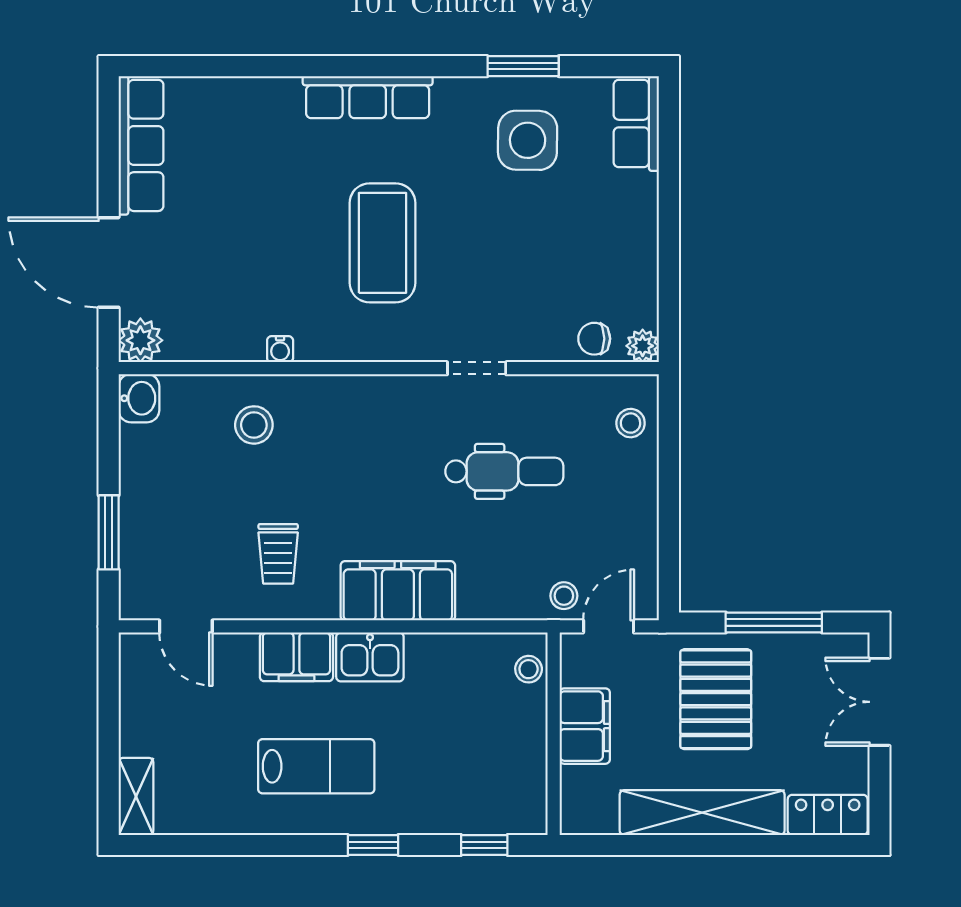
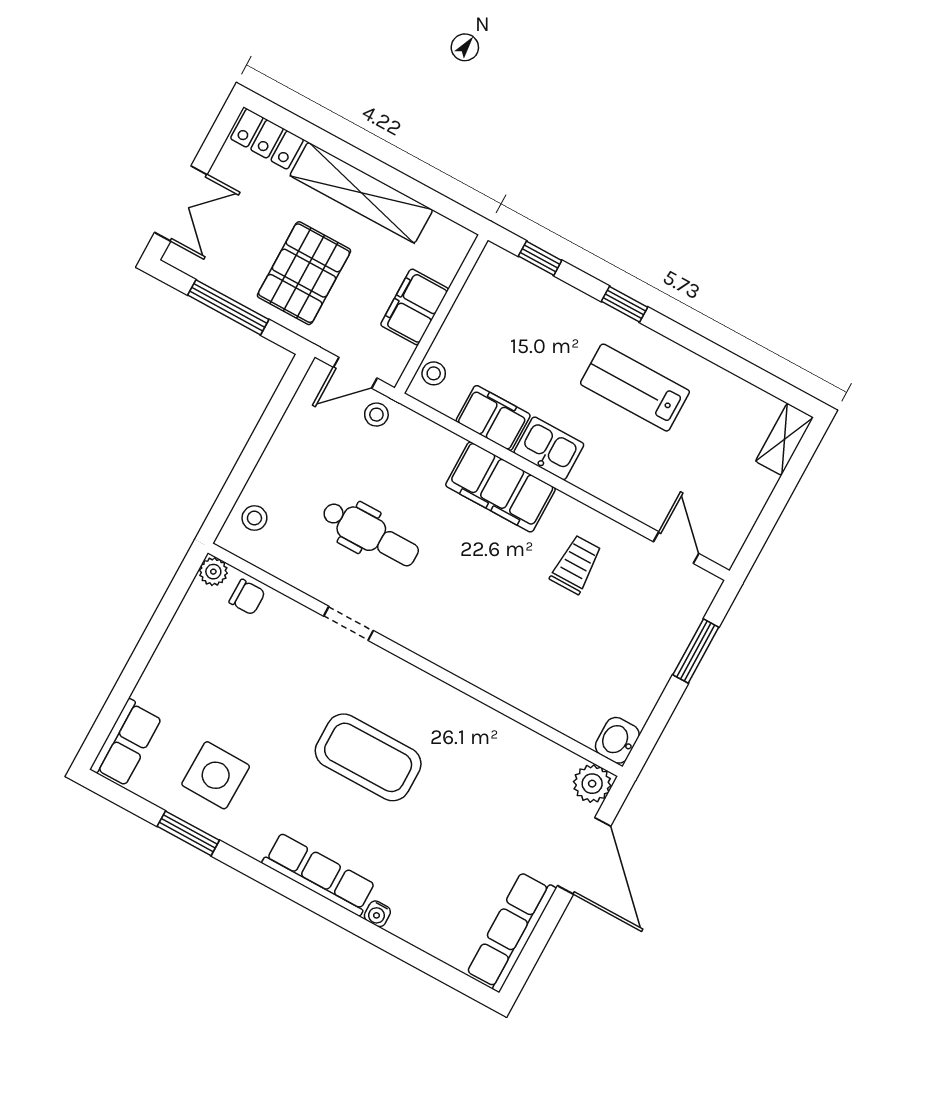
coffee table: (383, 243) -> (368, 757), turned 90
water cooler: (280, 349) -> (377, 914), moved, turned 180
stool: (254, 425) -> (541, 672), removed
dental chair: (504, 471) -> (370, 534), turned 180
filing cabinet: (296, 657) -> (493, 418), moved

